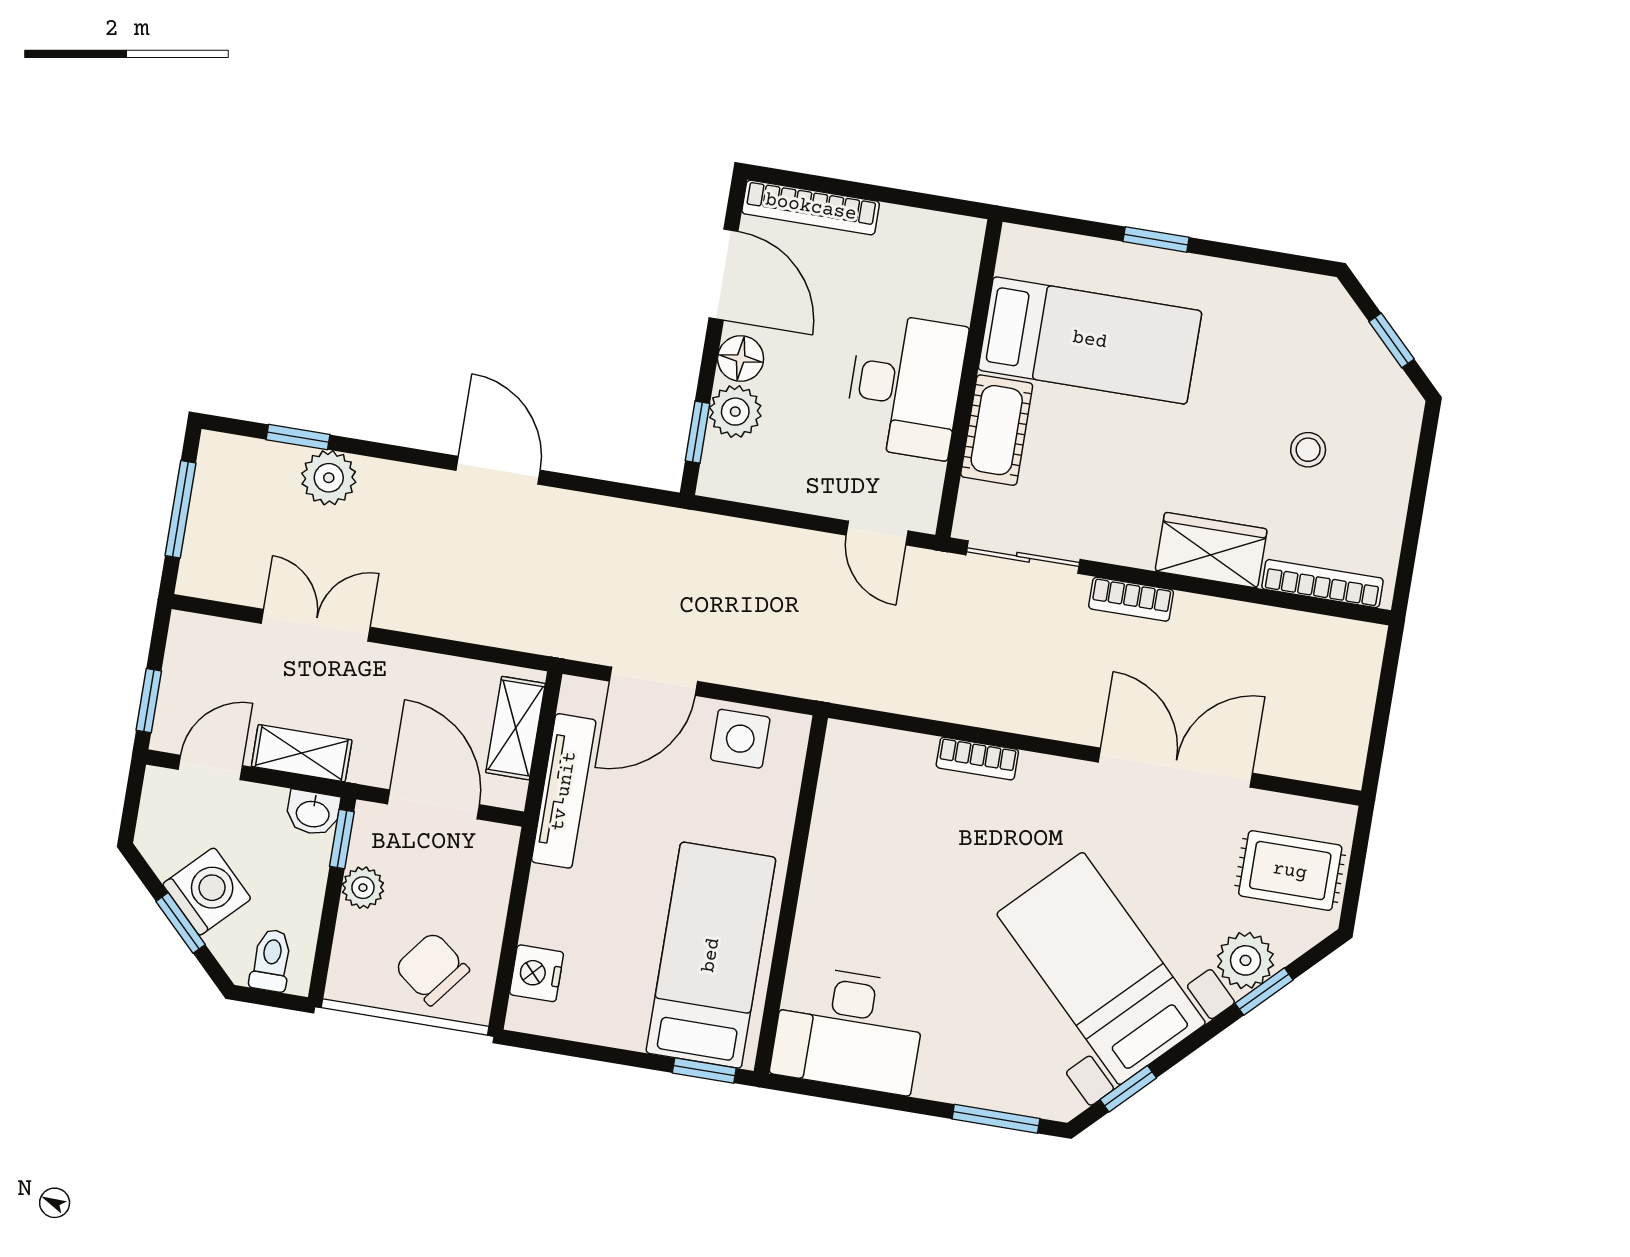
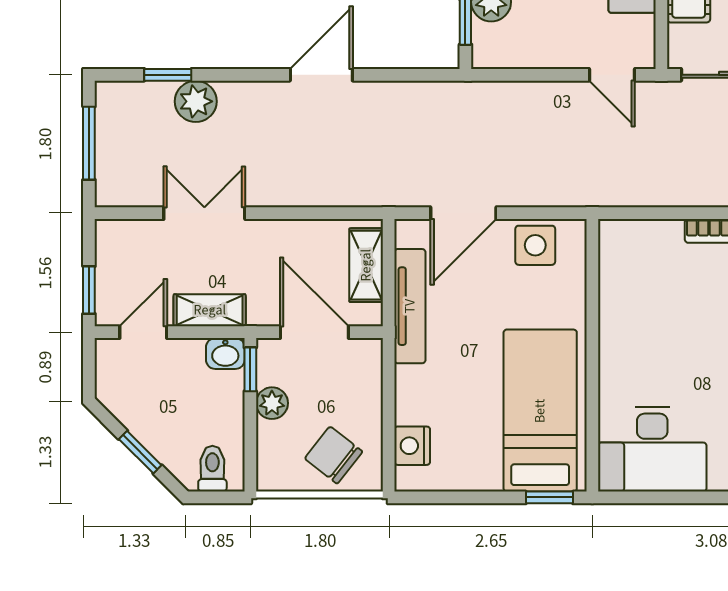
door: (498, 470) -> (321, 75), hinge flipped
washing machine: (207, 891) -> (156, 425), removed

